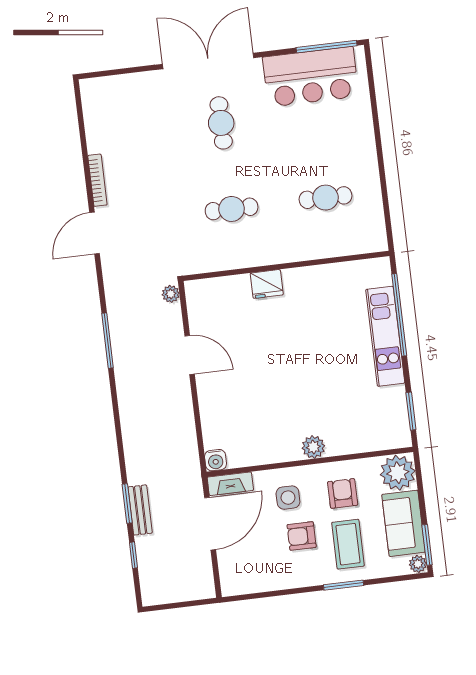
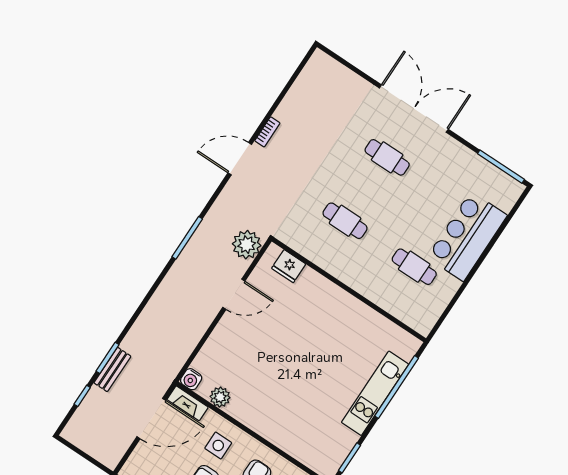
bar counter: (311, 77) -> (467, 236), moved, turned 90
cafe table: (221, 123) -> (387, 157), turned 90
bookcase: (97, 180) -> (267, 132), width x0.64
fridge: (267, 284) -> (289, 266), moved
plant: (171, 294) -> (247, 245), width x1.87, depth x1.87
door: (190, 355) -> (234, 294), hinge flipped
plant: (313, 447) -> (220, 397), moved

